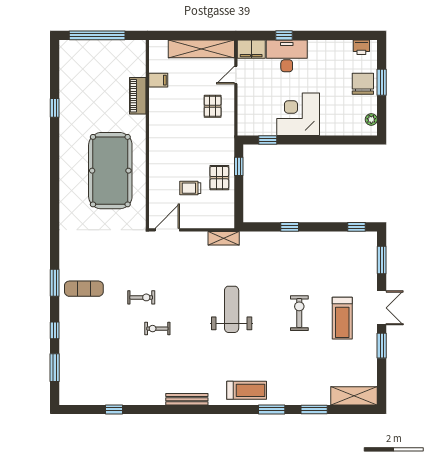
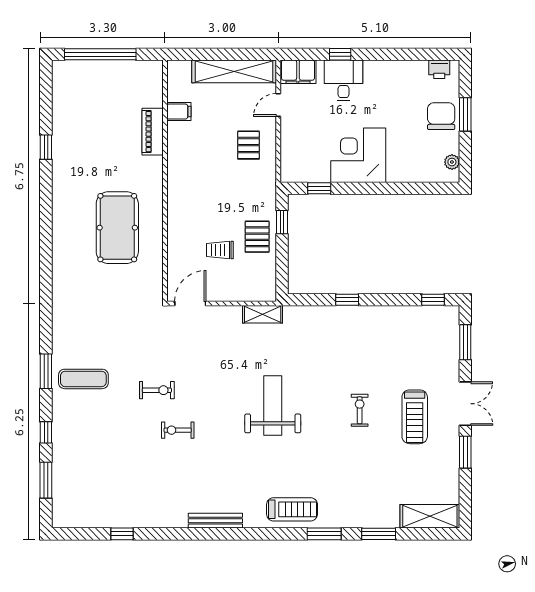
desk: (287, 56) -> (343, 80), width x0.73
pool table: (110, 171) -> (117, 228), width x0.73, depth x0.76
exercise bike: (299, 313) -> (360, 410), width x0.73, depth x0.72

